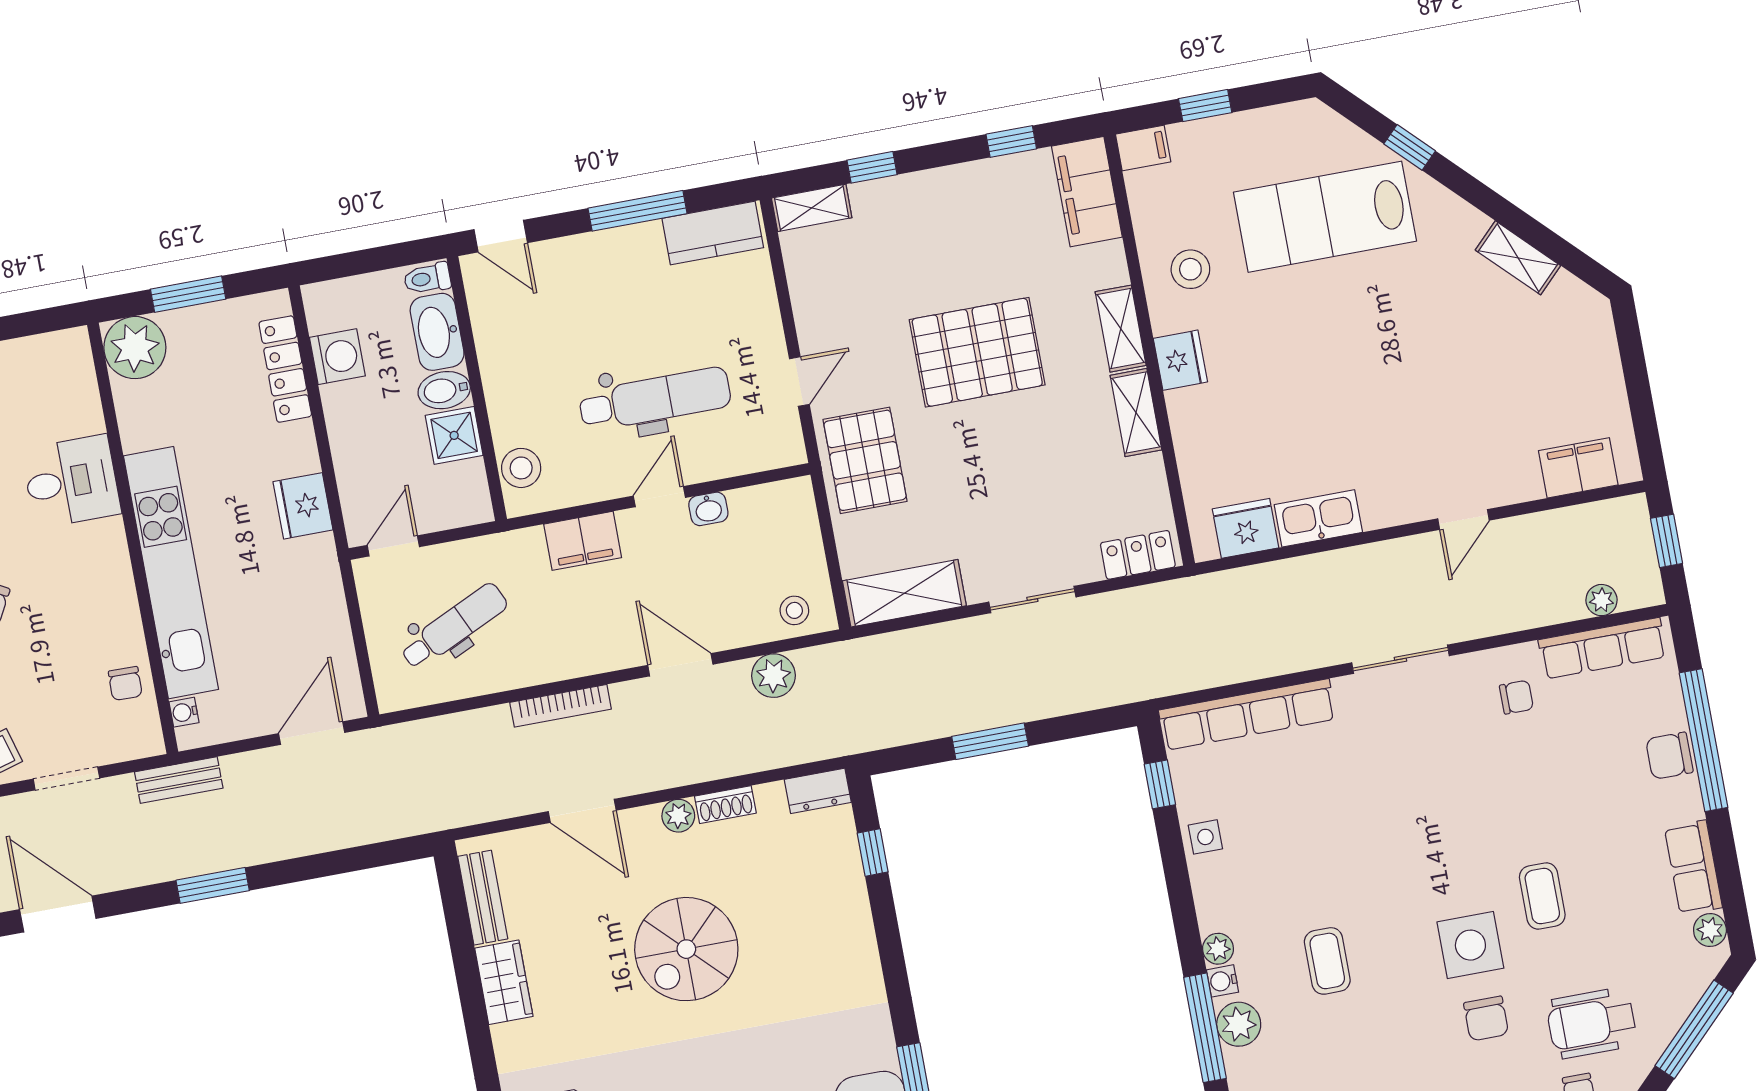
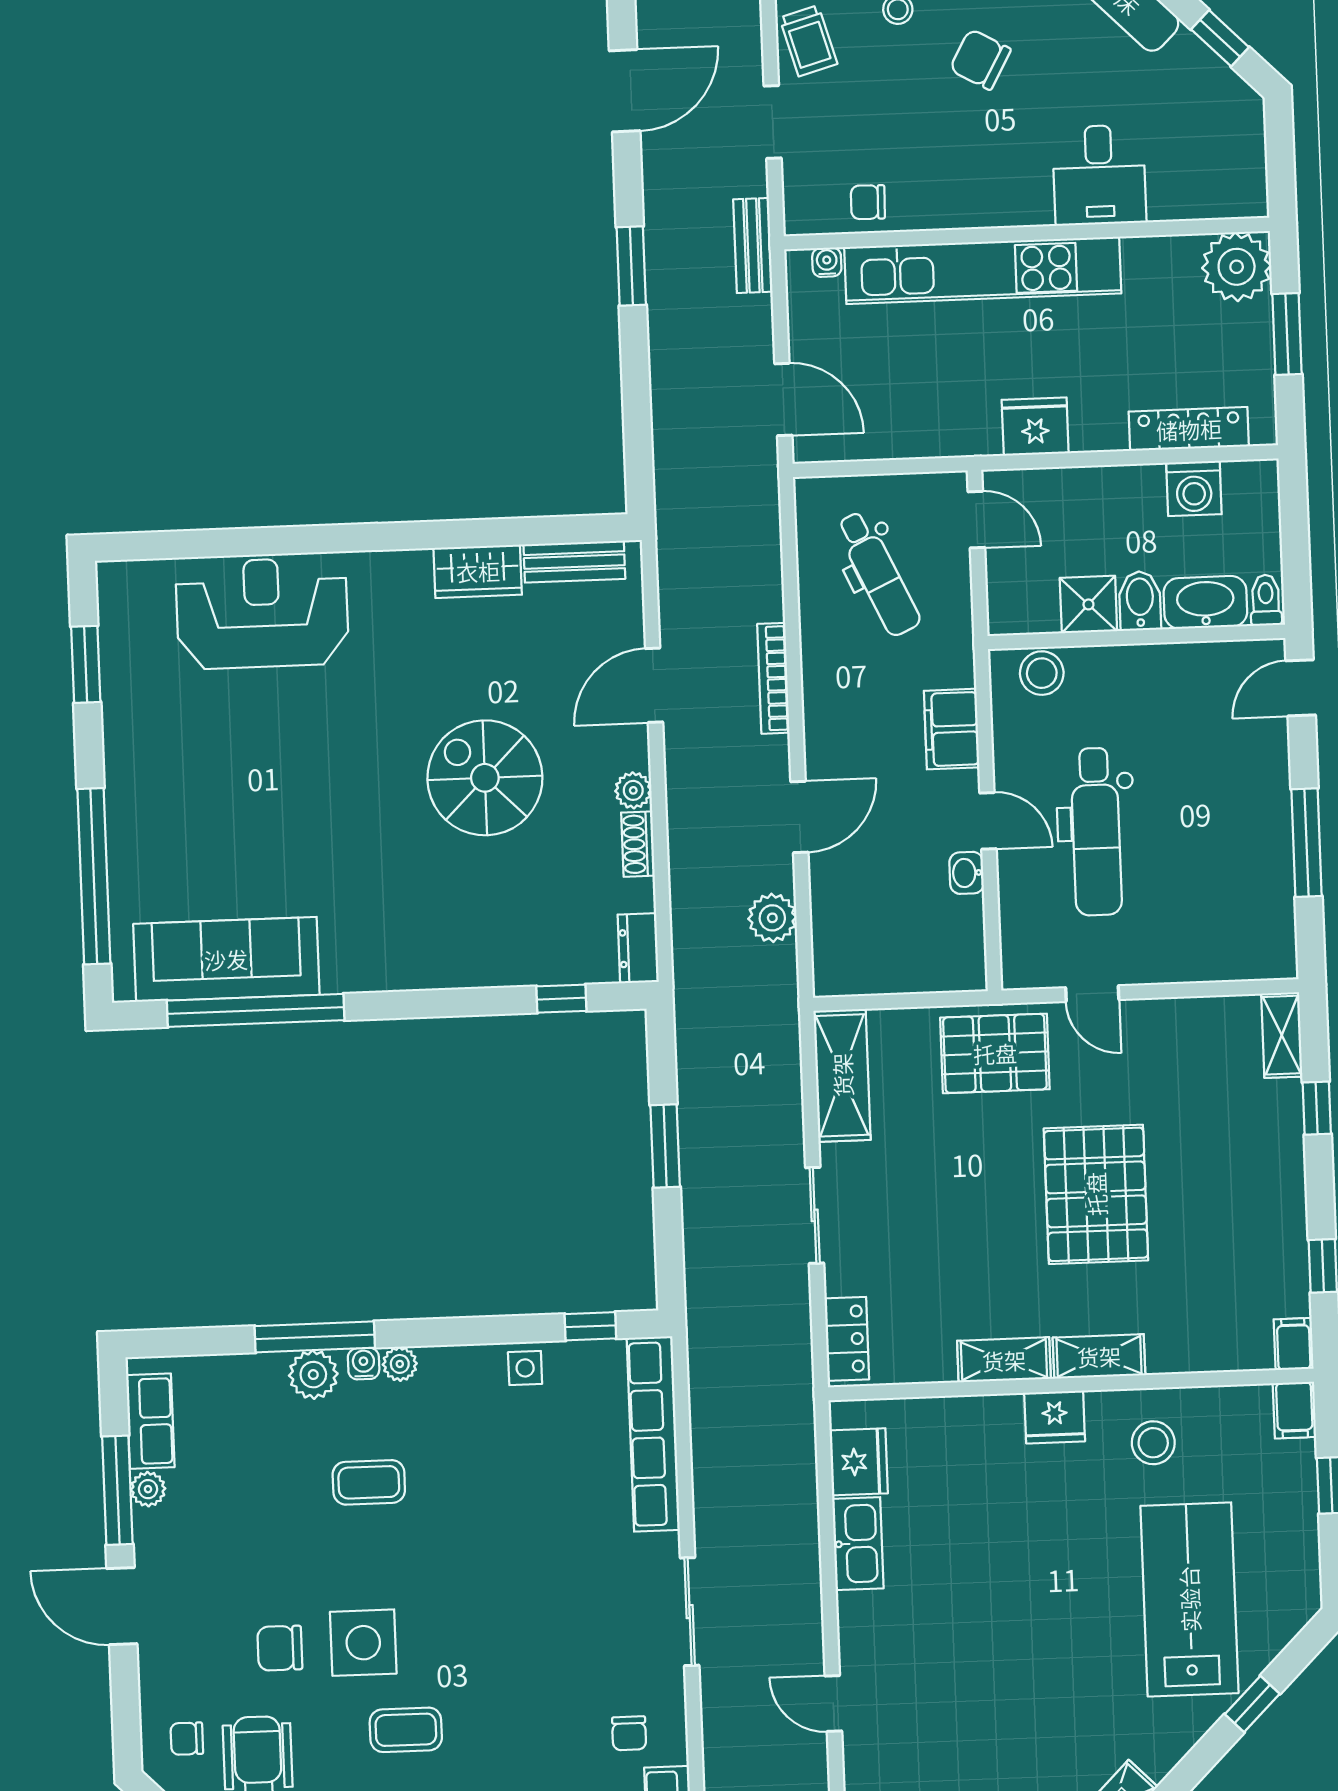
filing cabinet: (1087, 192) -> (1294, 1344), width x0.33, depth x0.86
kitchen counter: (713, 233) -> (1270, 922), removed
stool: (794, 610) -> (841, 951), removed

